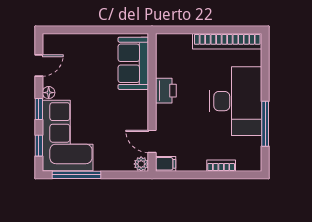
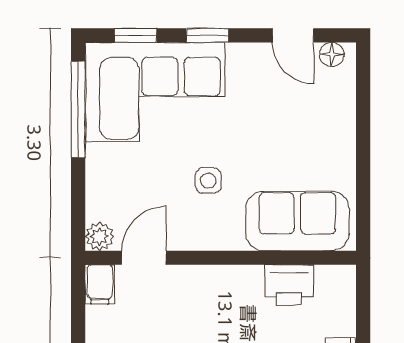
printer: (166, 91) -> (289, 285), moved
floor lamp: (49, 93) -> (332, 54), moved
side table: (113, 109) -> (208, 181), added

